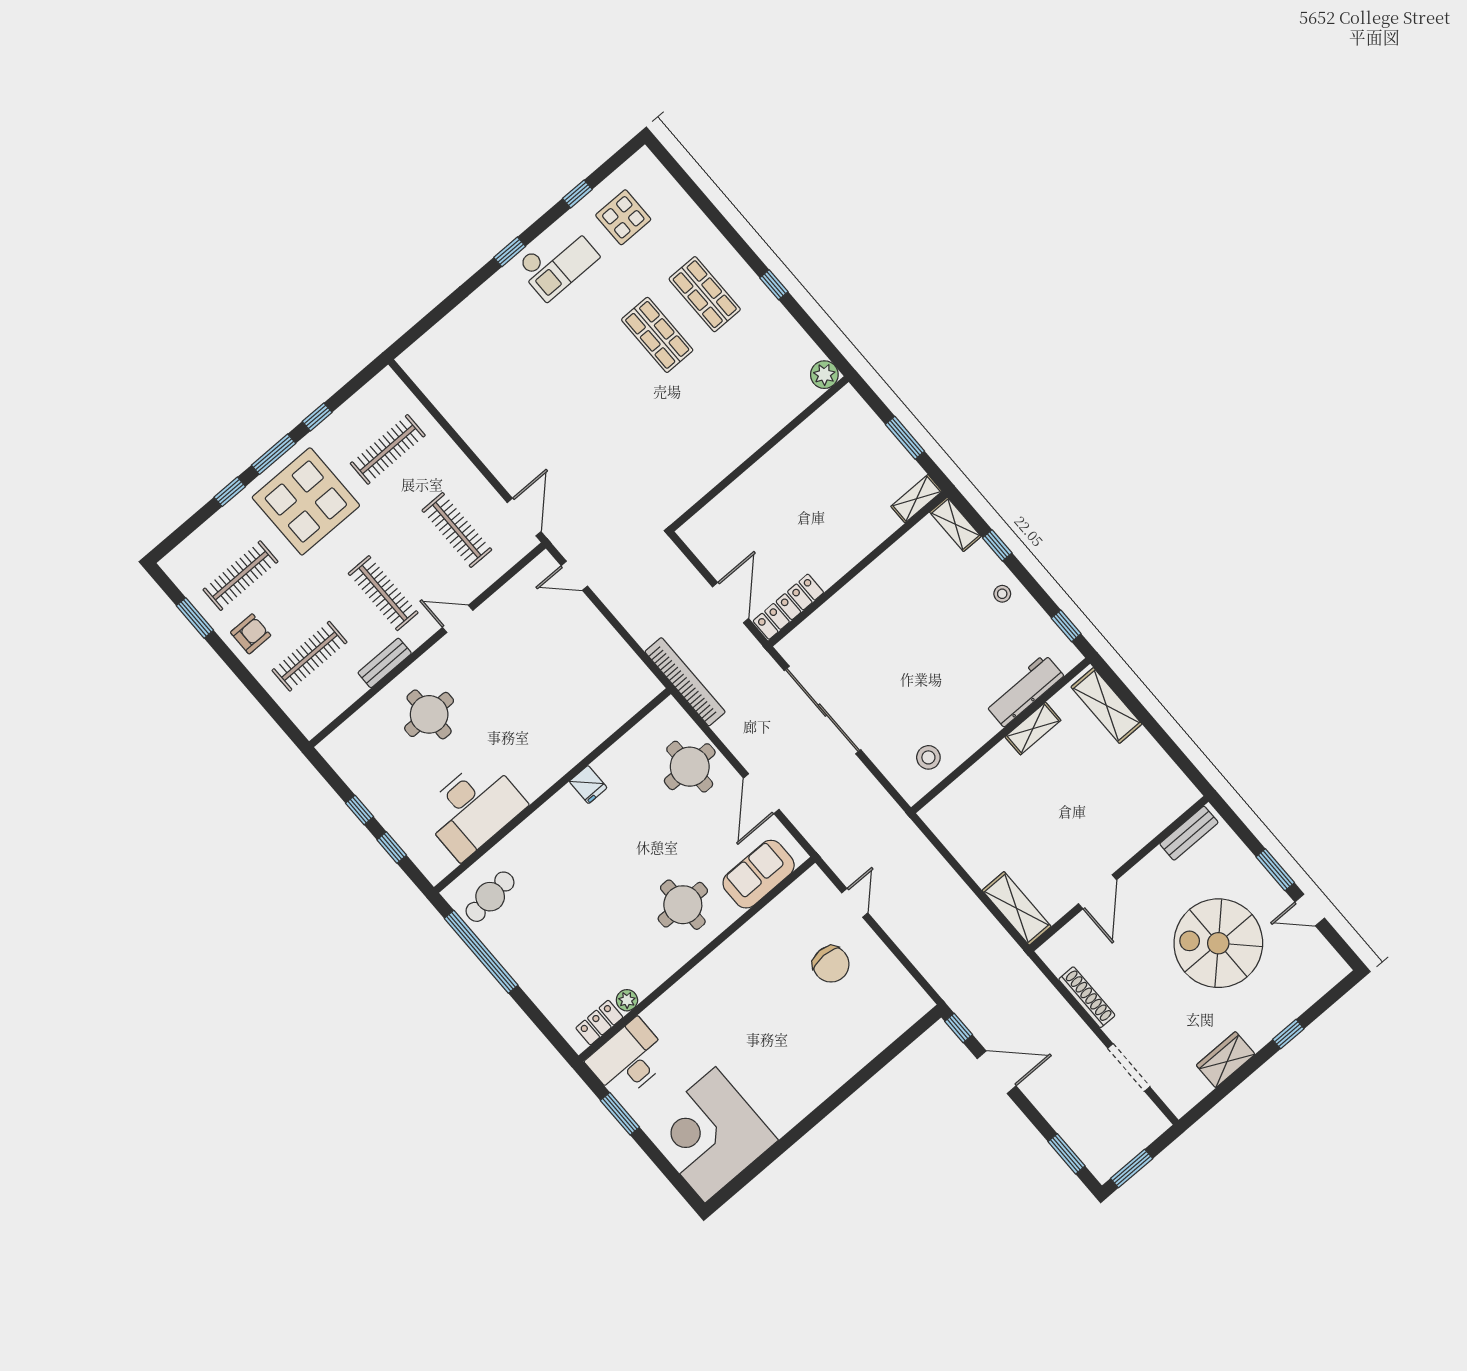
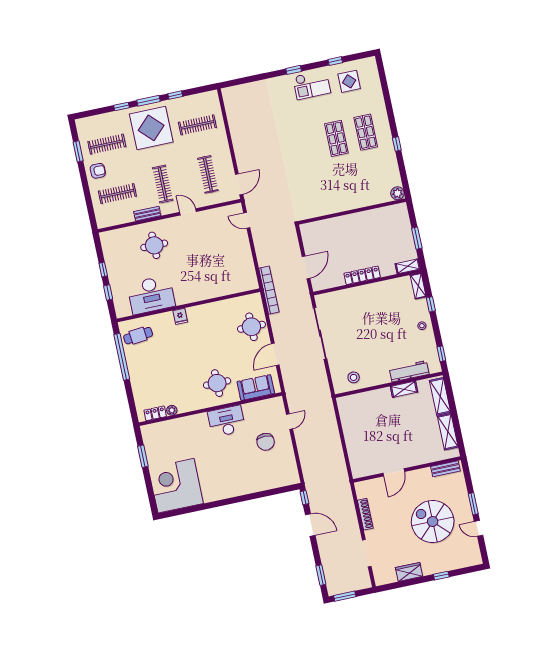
locker: (788, 607) -> (362, 275), moved
fridge: (588, 785) -> (180, 316), moved
shelving: (1017, 908) -> (448, 432), moved
desk: (629, 1060) -> (227, 421), moved

